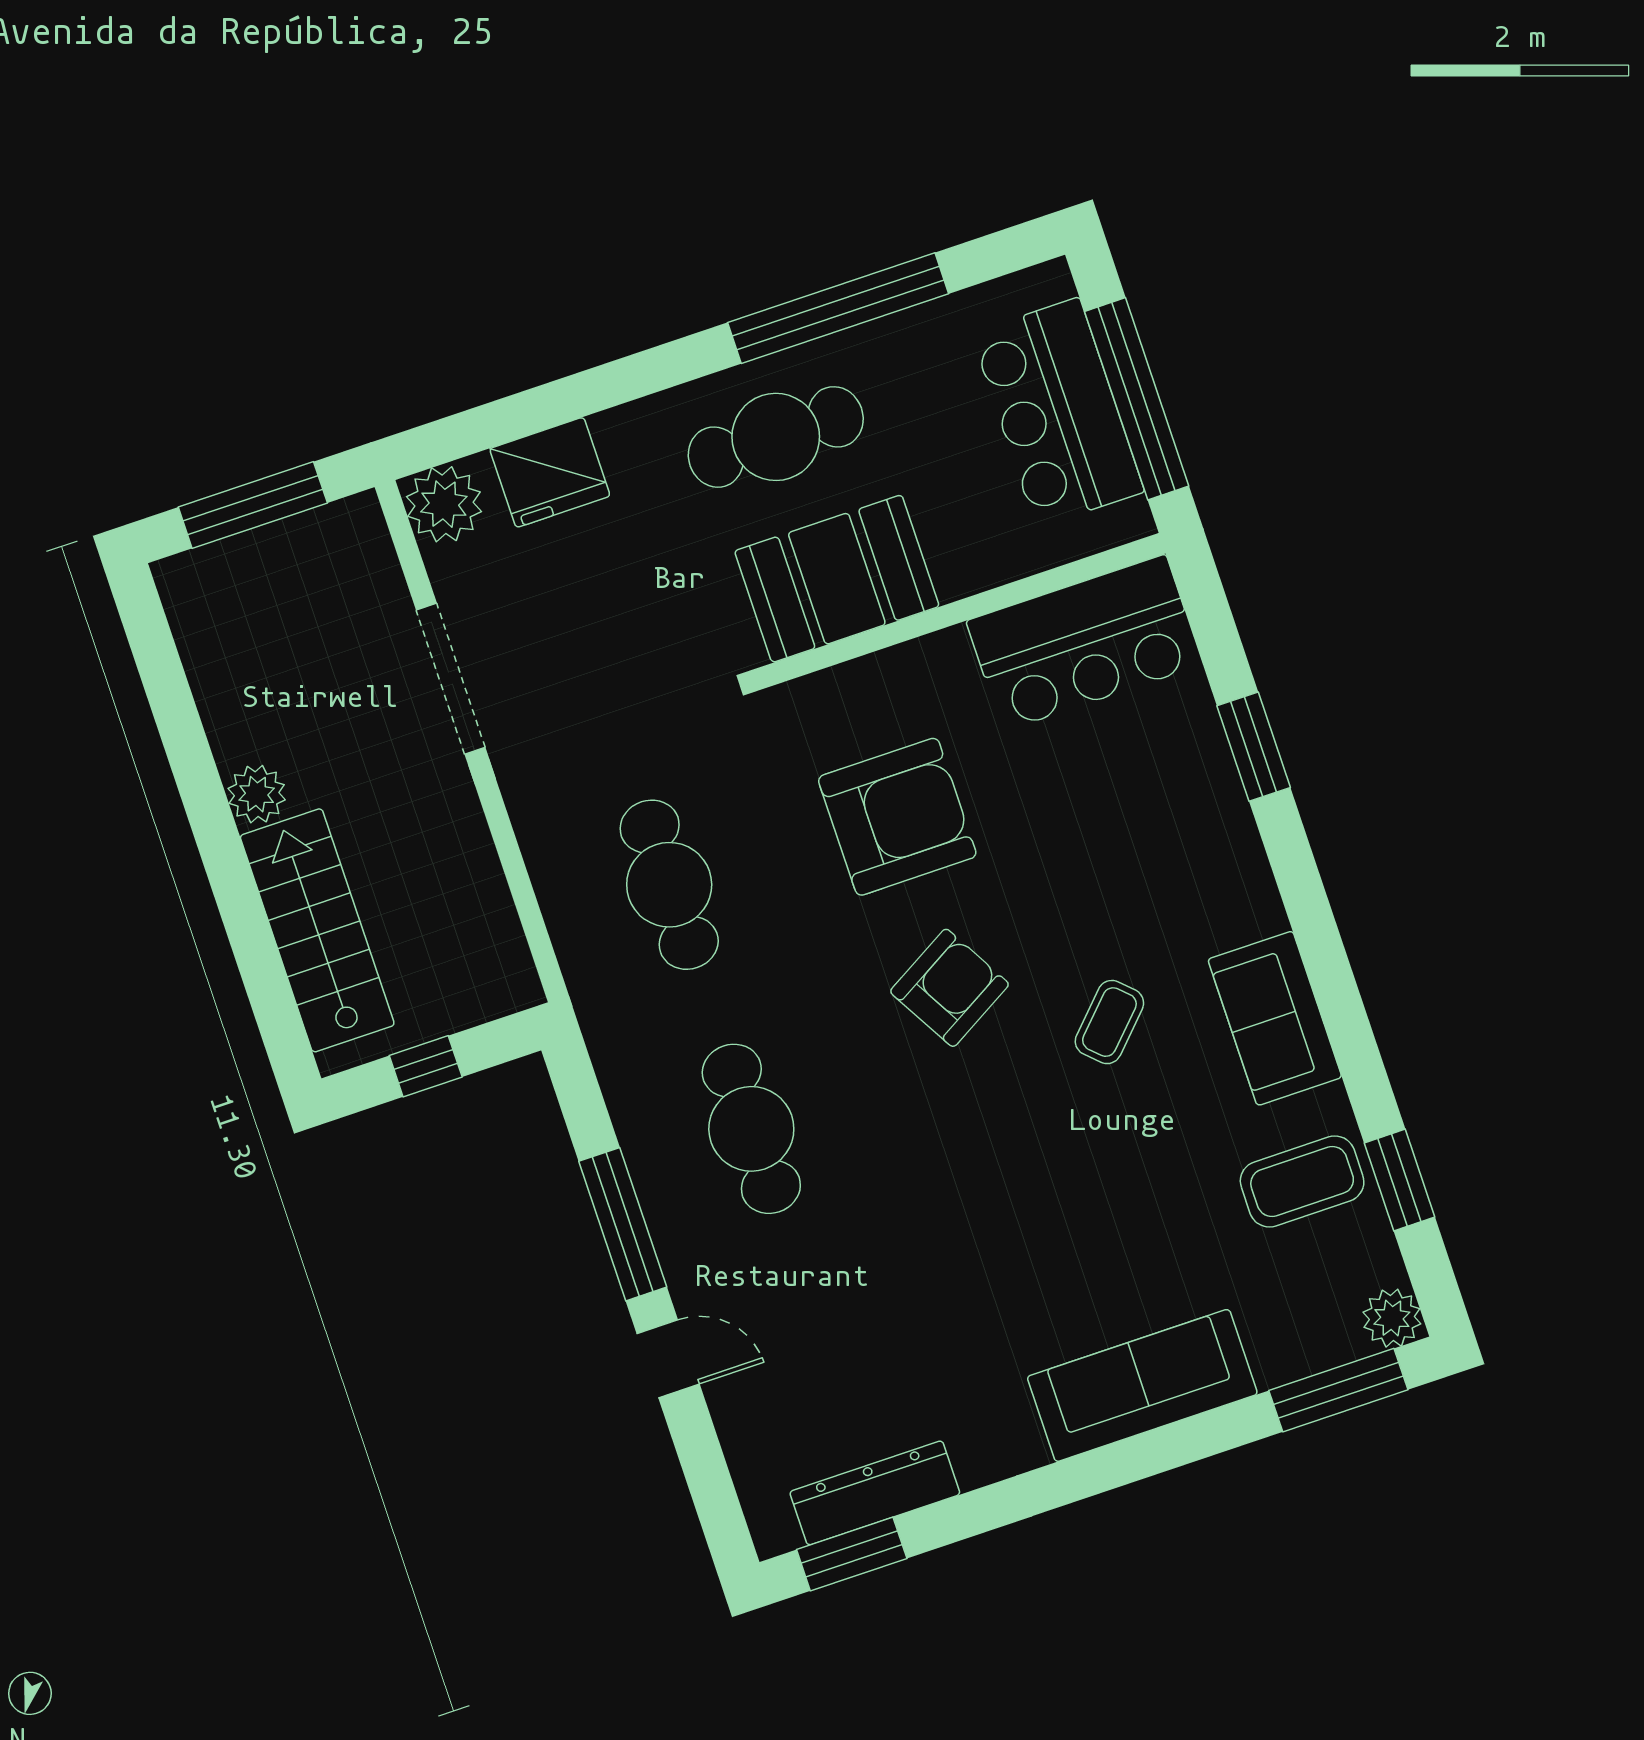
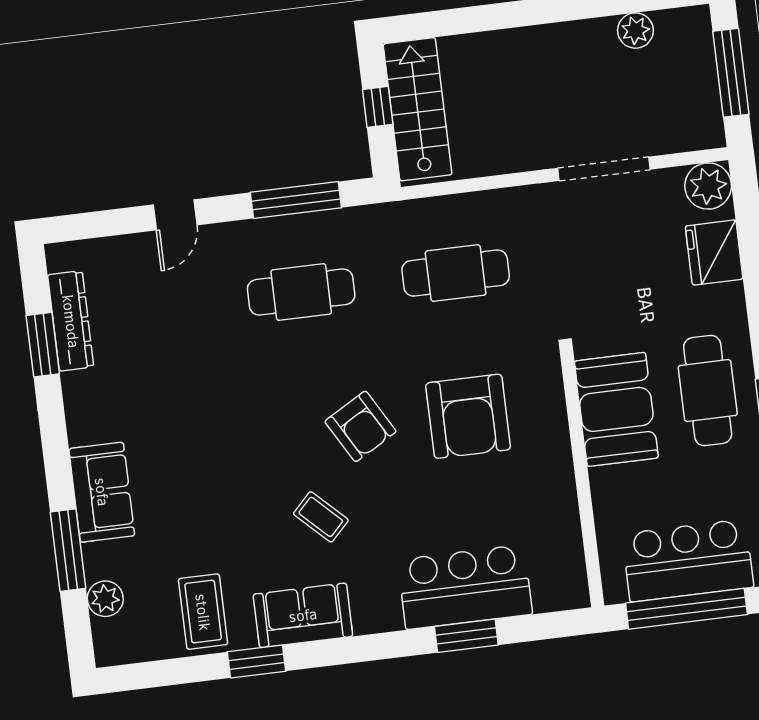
bar counter: (1084, 643) -> (465, 587), moved, turned 90
plant: (257, 794) -> (635, 31), moved
stairs: (317, 930) -> (418, 109), moved, turned -90
window: (1400, 1180) -> (256, 662), moved
window: (623, 1224) -> (296, 200), moved
plant: (1392, 1318) -> (105, 599), moved
sofa: (1142, 1385) -> (102, 492), width x0.73
window: (1338, 1390) -> (68, 550), moved
window: (852, 1554) -> (43, 345), moved

